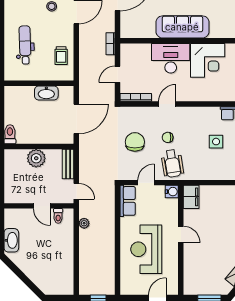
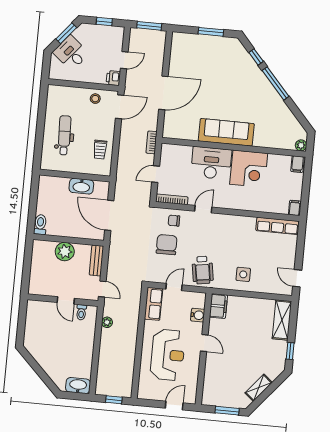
door: (76, 119) -> (109, 215), swing flipped
chair: (168, 137) -> (174, 221), moved
side table: (216, 142) -> (243, 274), moved
water cooler: (172, 192) -> (198, 315), moved
washbasin: (11, 240) -> (78, 386), moved, turned -90
reception desk: (146, 249) -> (168, 355), turned 180

